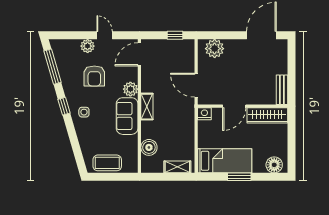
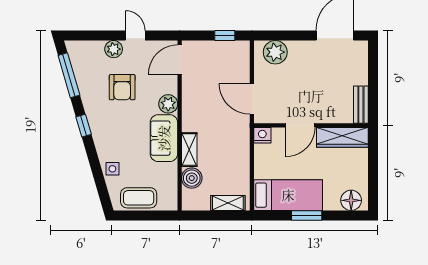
shelving: (147, 107) -> (189, 150), moved
side table: (84, 112) -> (112, 169), moved

